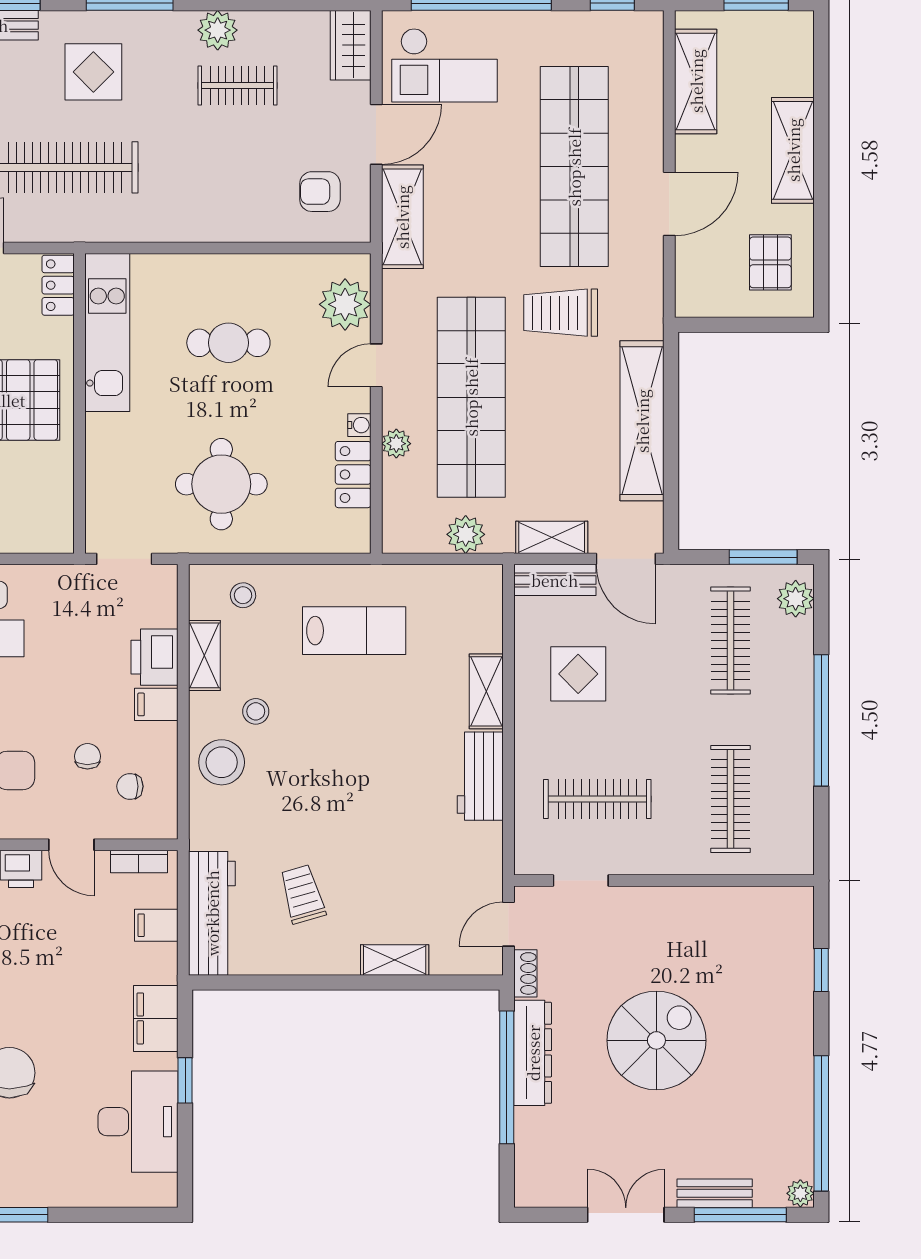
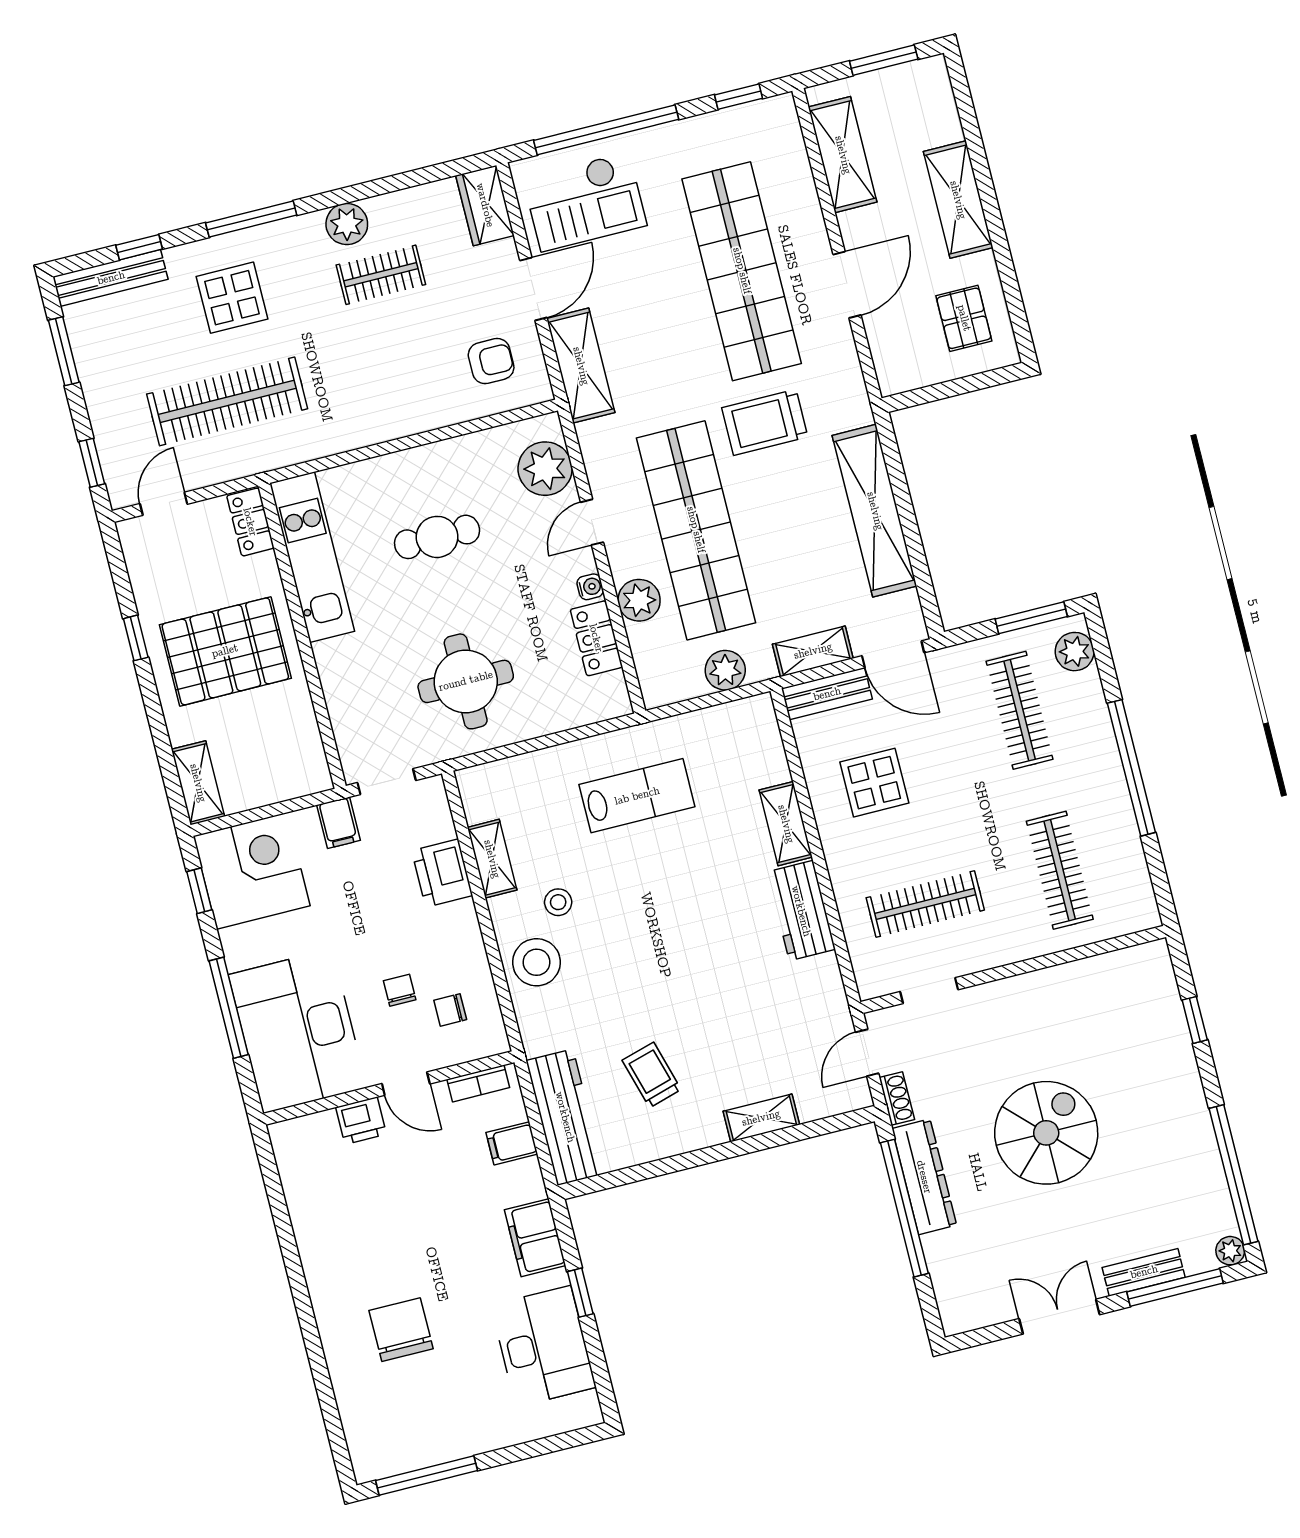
armchair: (320, 192) -> (491, 361), turned 180
plant: (396, 444) -> (639, 600), width x1.38, depth x1.38
stool: (243, 595) -> (516, 788), removed
filing cabinet: (156, 704) -> (338, 823), moved, turned -90

